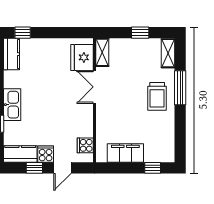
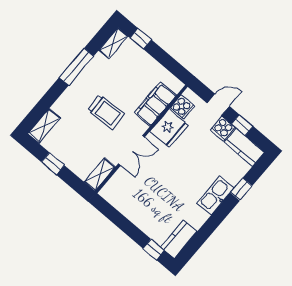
fridge: (82, 57) -> (169, 128), moved
window: (180, 88) -> (76, 67), moved
trolley: (157, 96) -> (106, 112), moved, turned 87
shelving: (169, 149) -> (113, 43), added
filing cabinet: (125, 153) -> (155, 104), moved, turned 90

